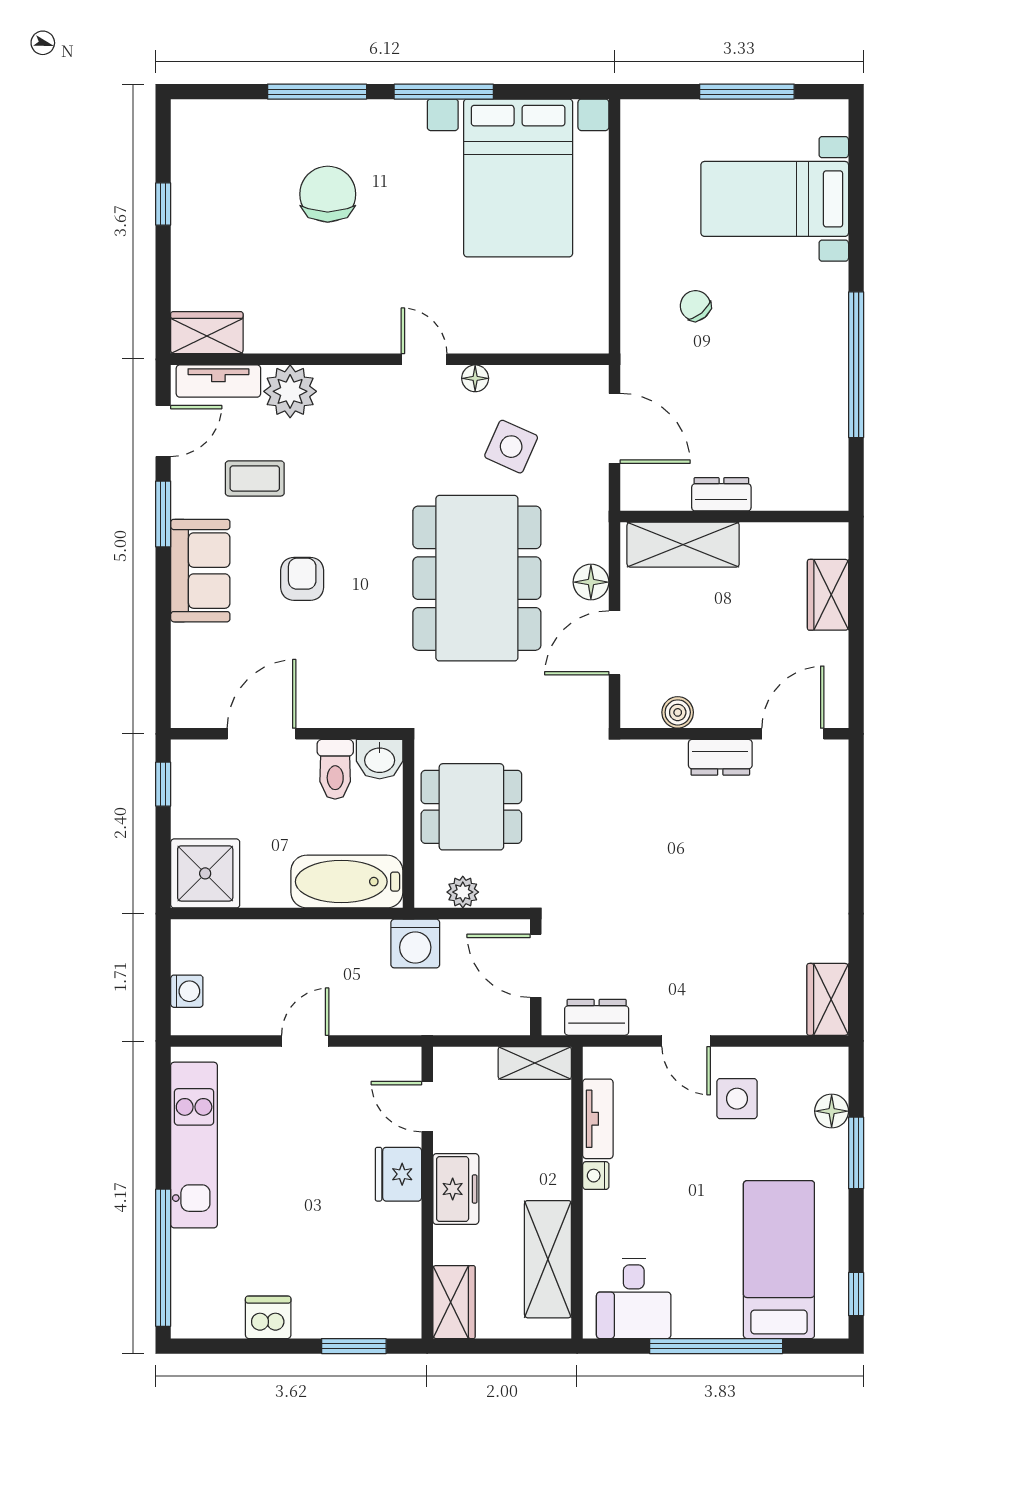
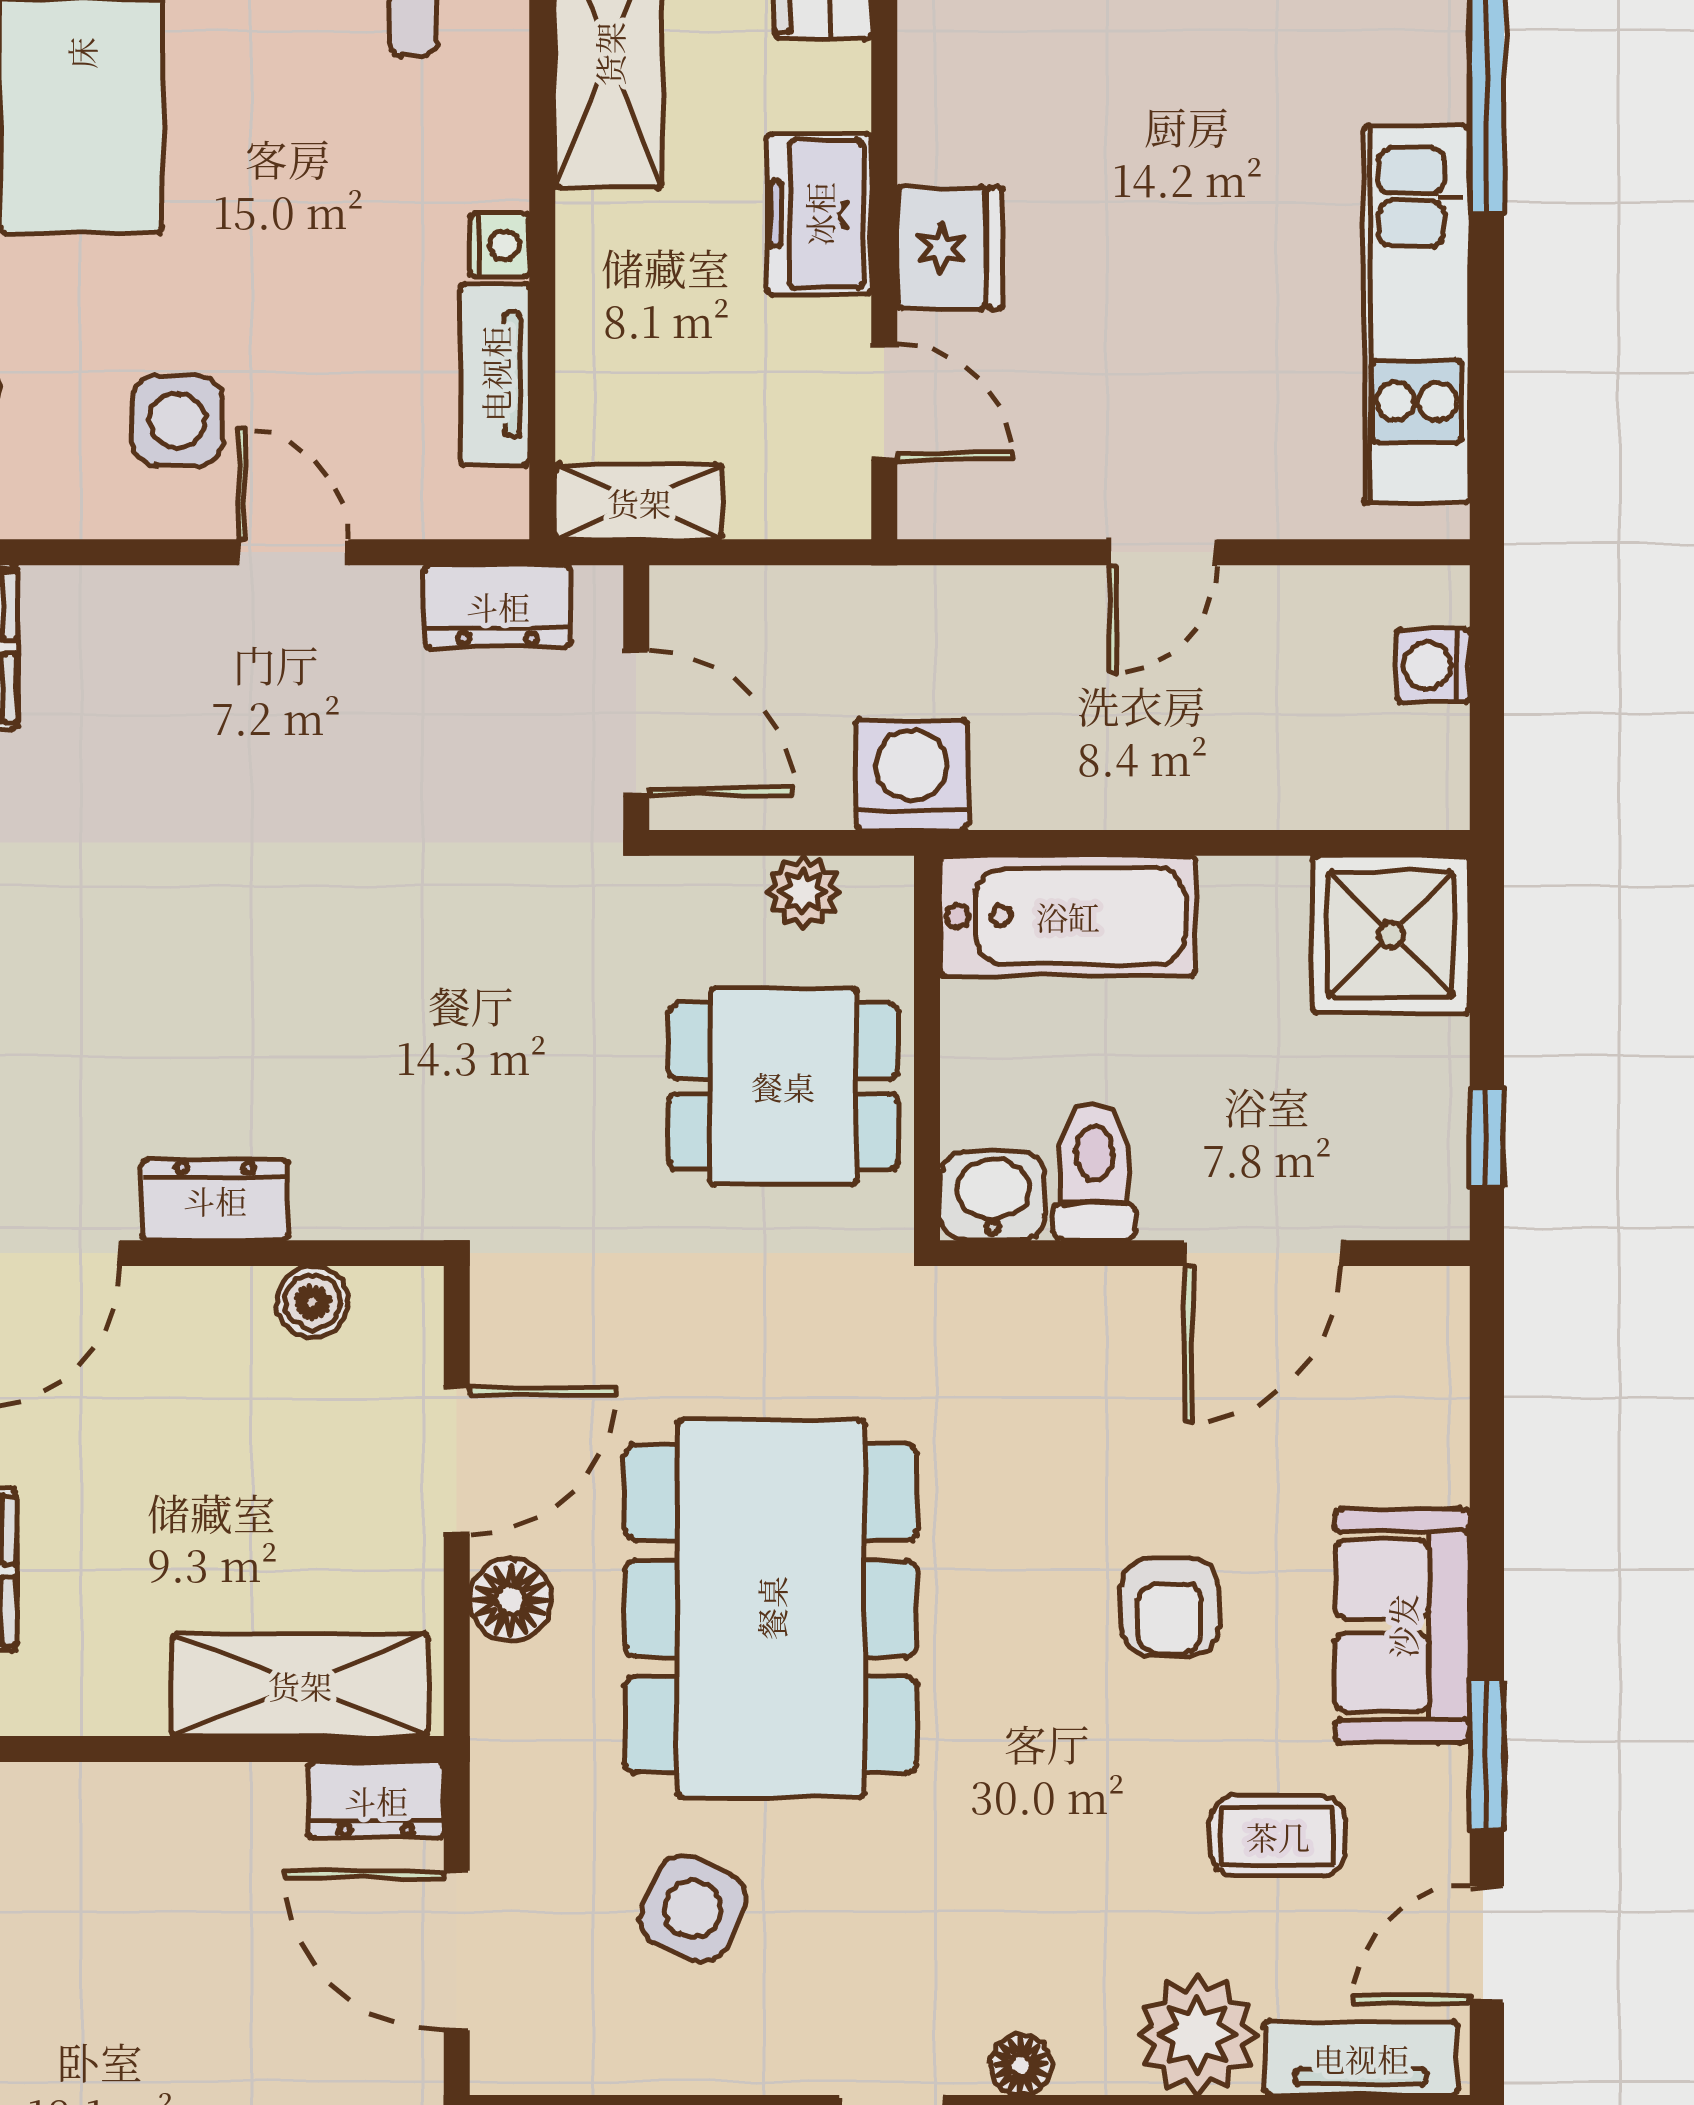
floor lamp: (475, 378) -> (1021, 2065), moved
dresser: (721, 494) -> (376, 1800), moved

